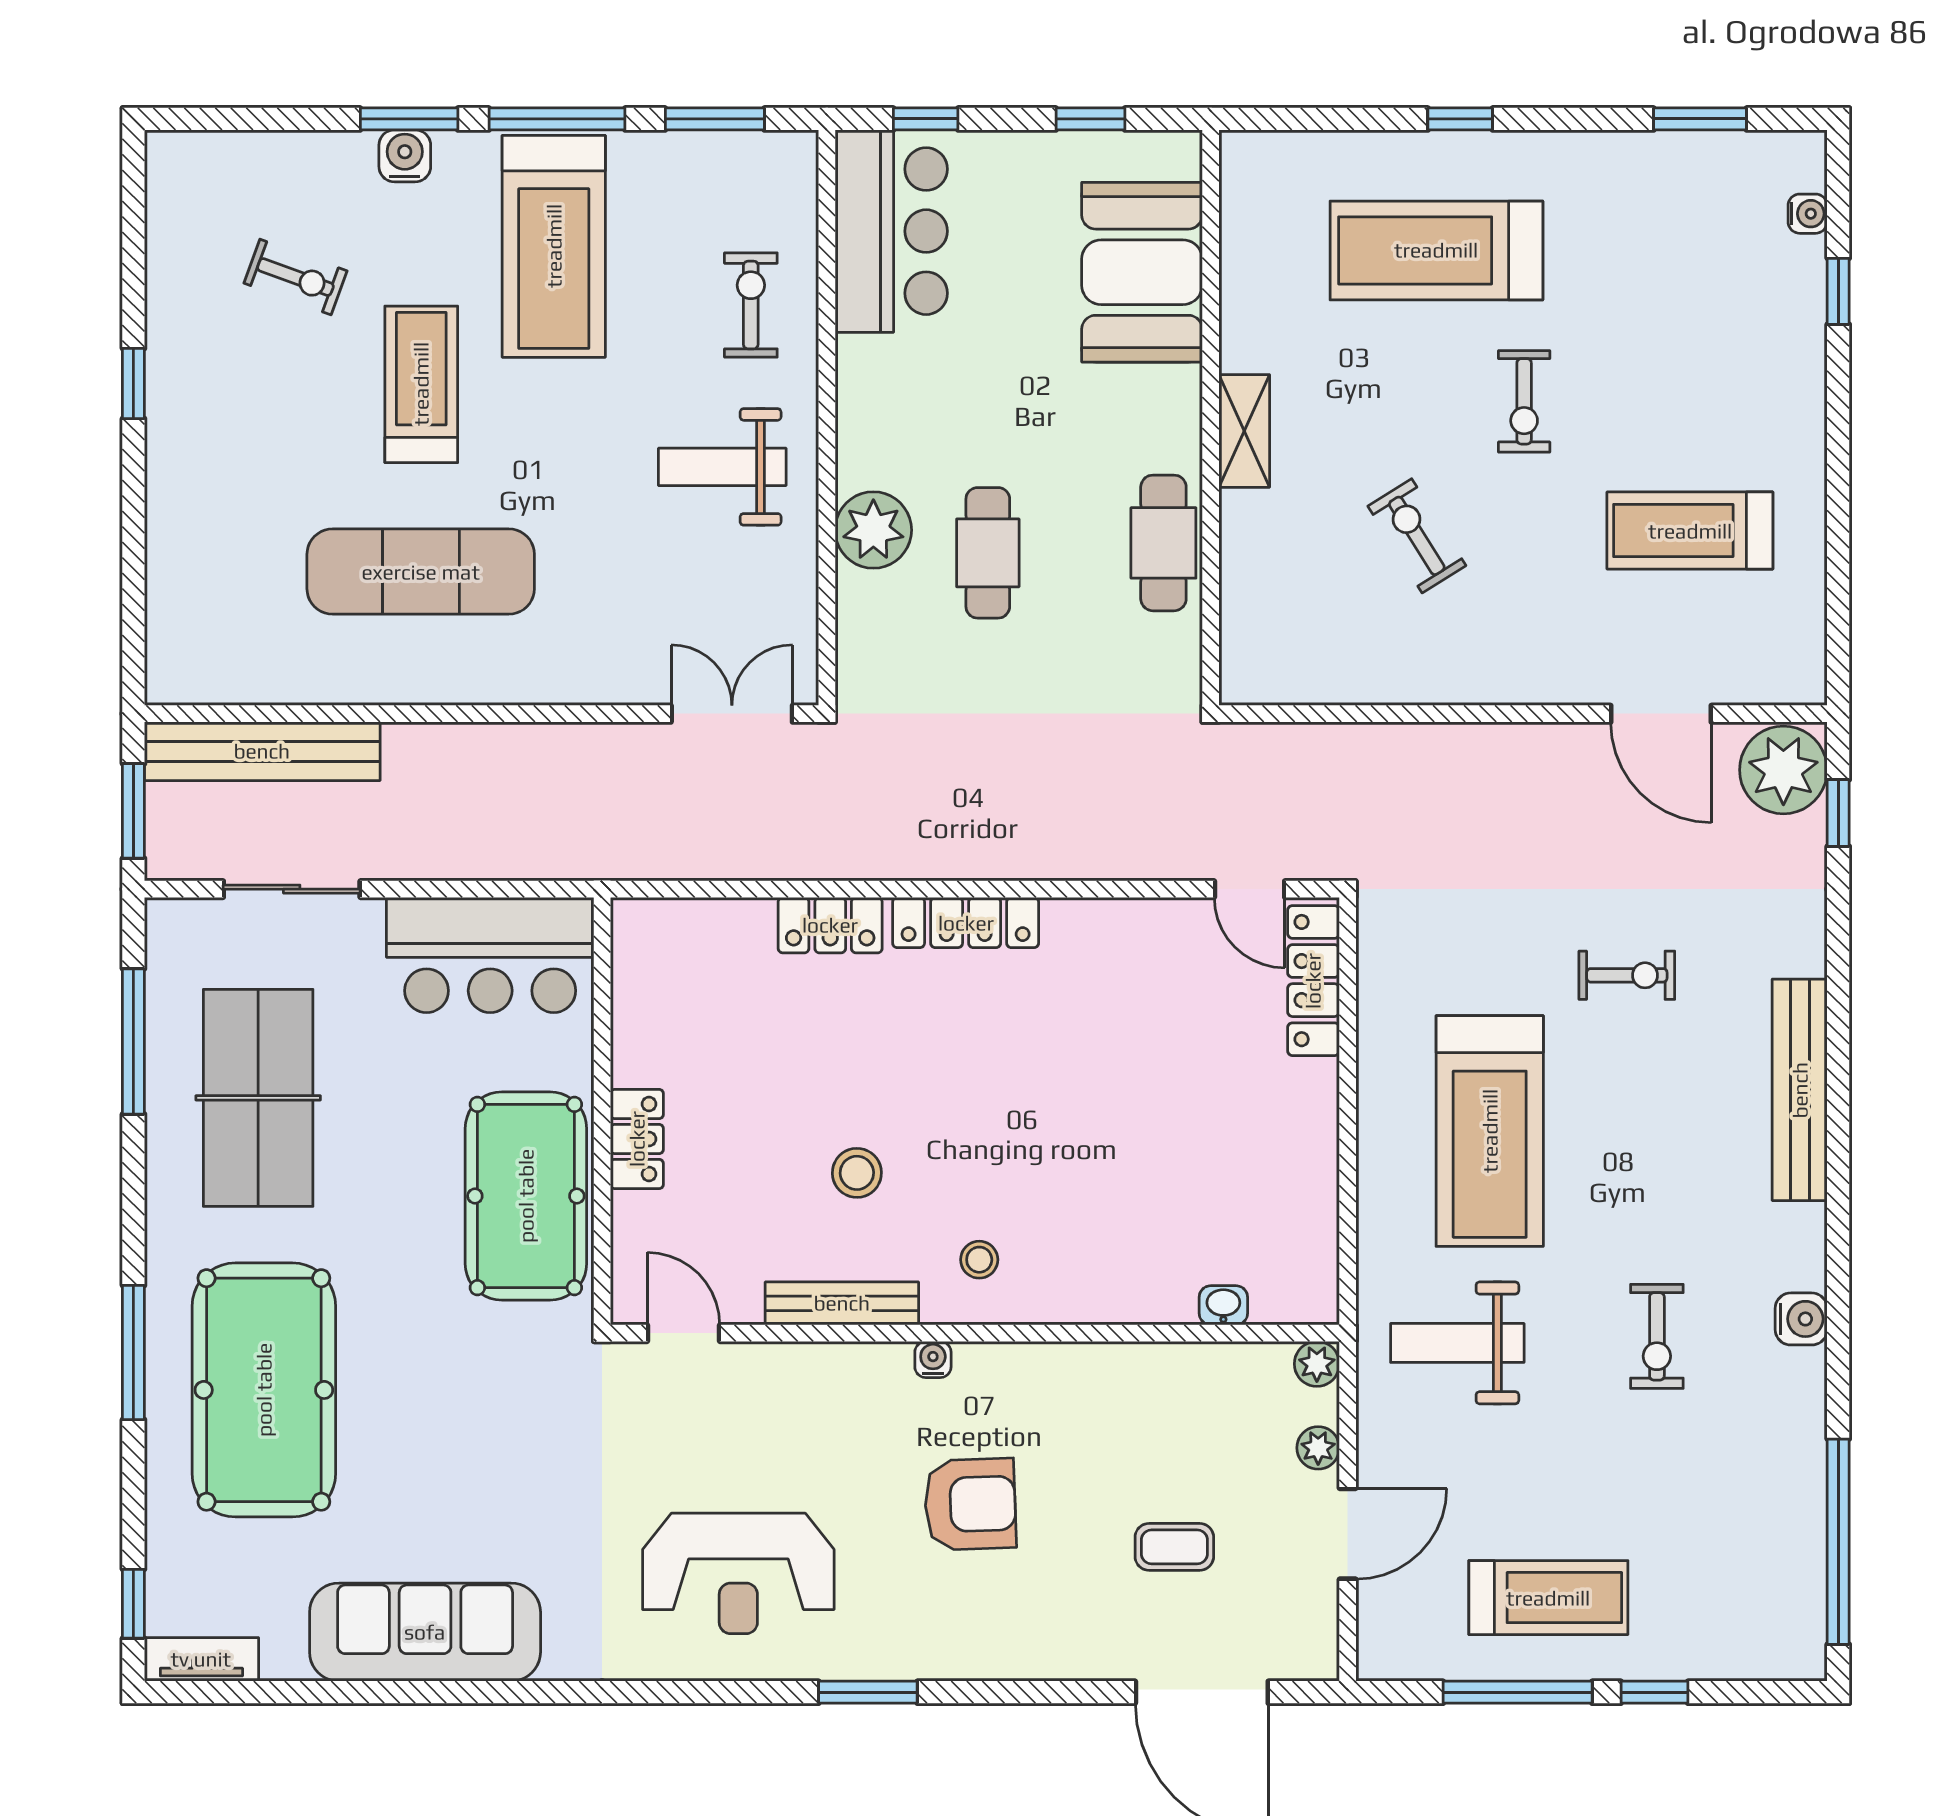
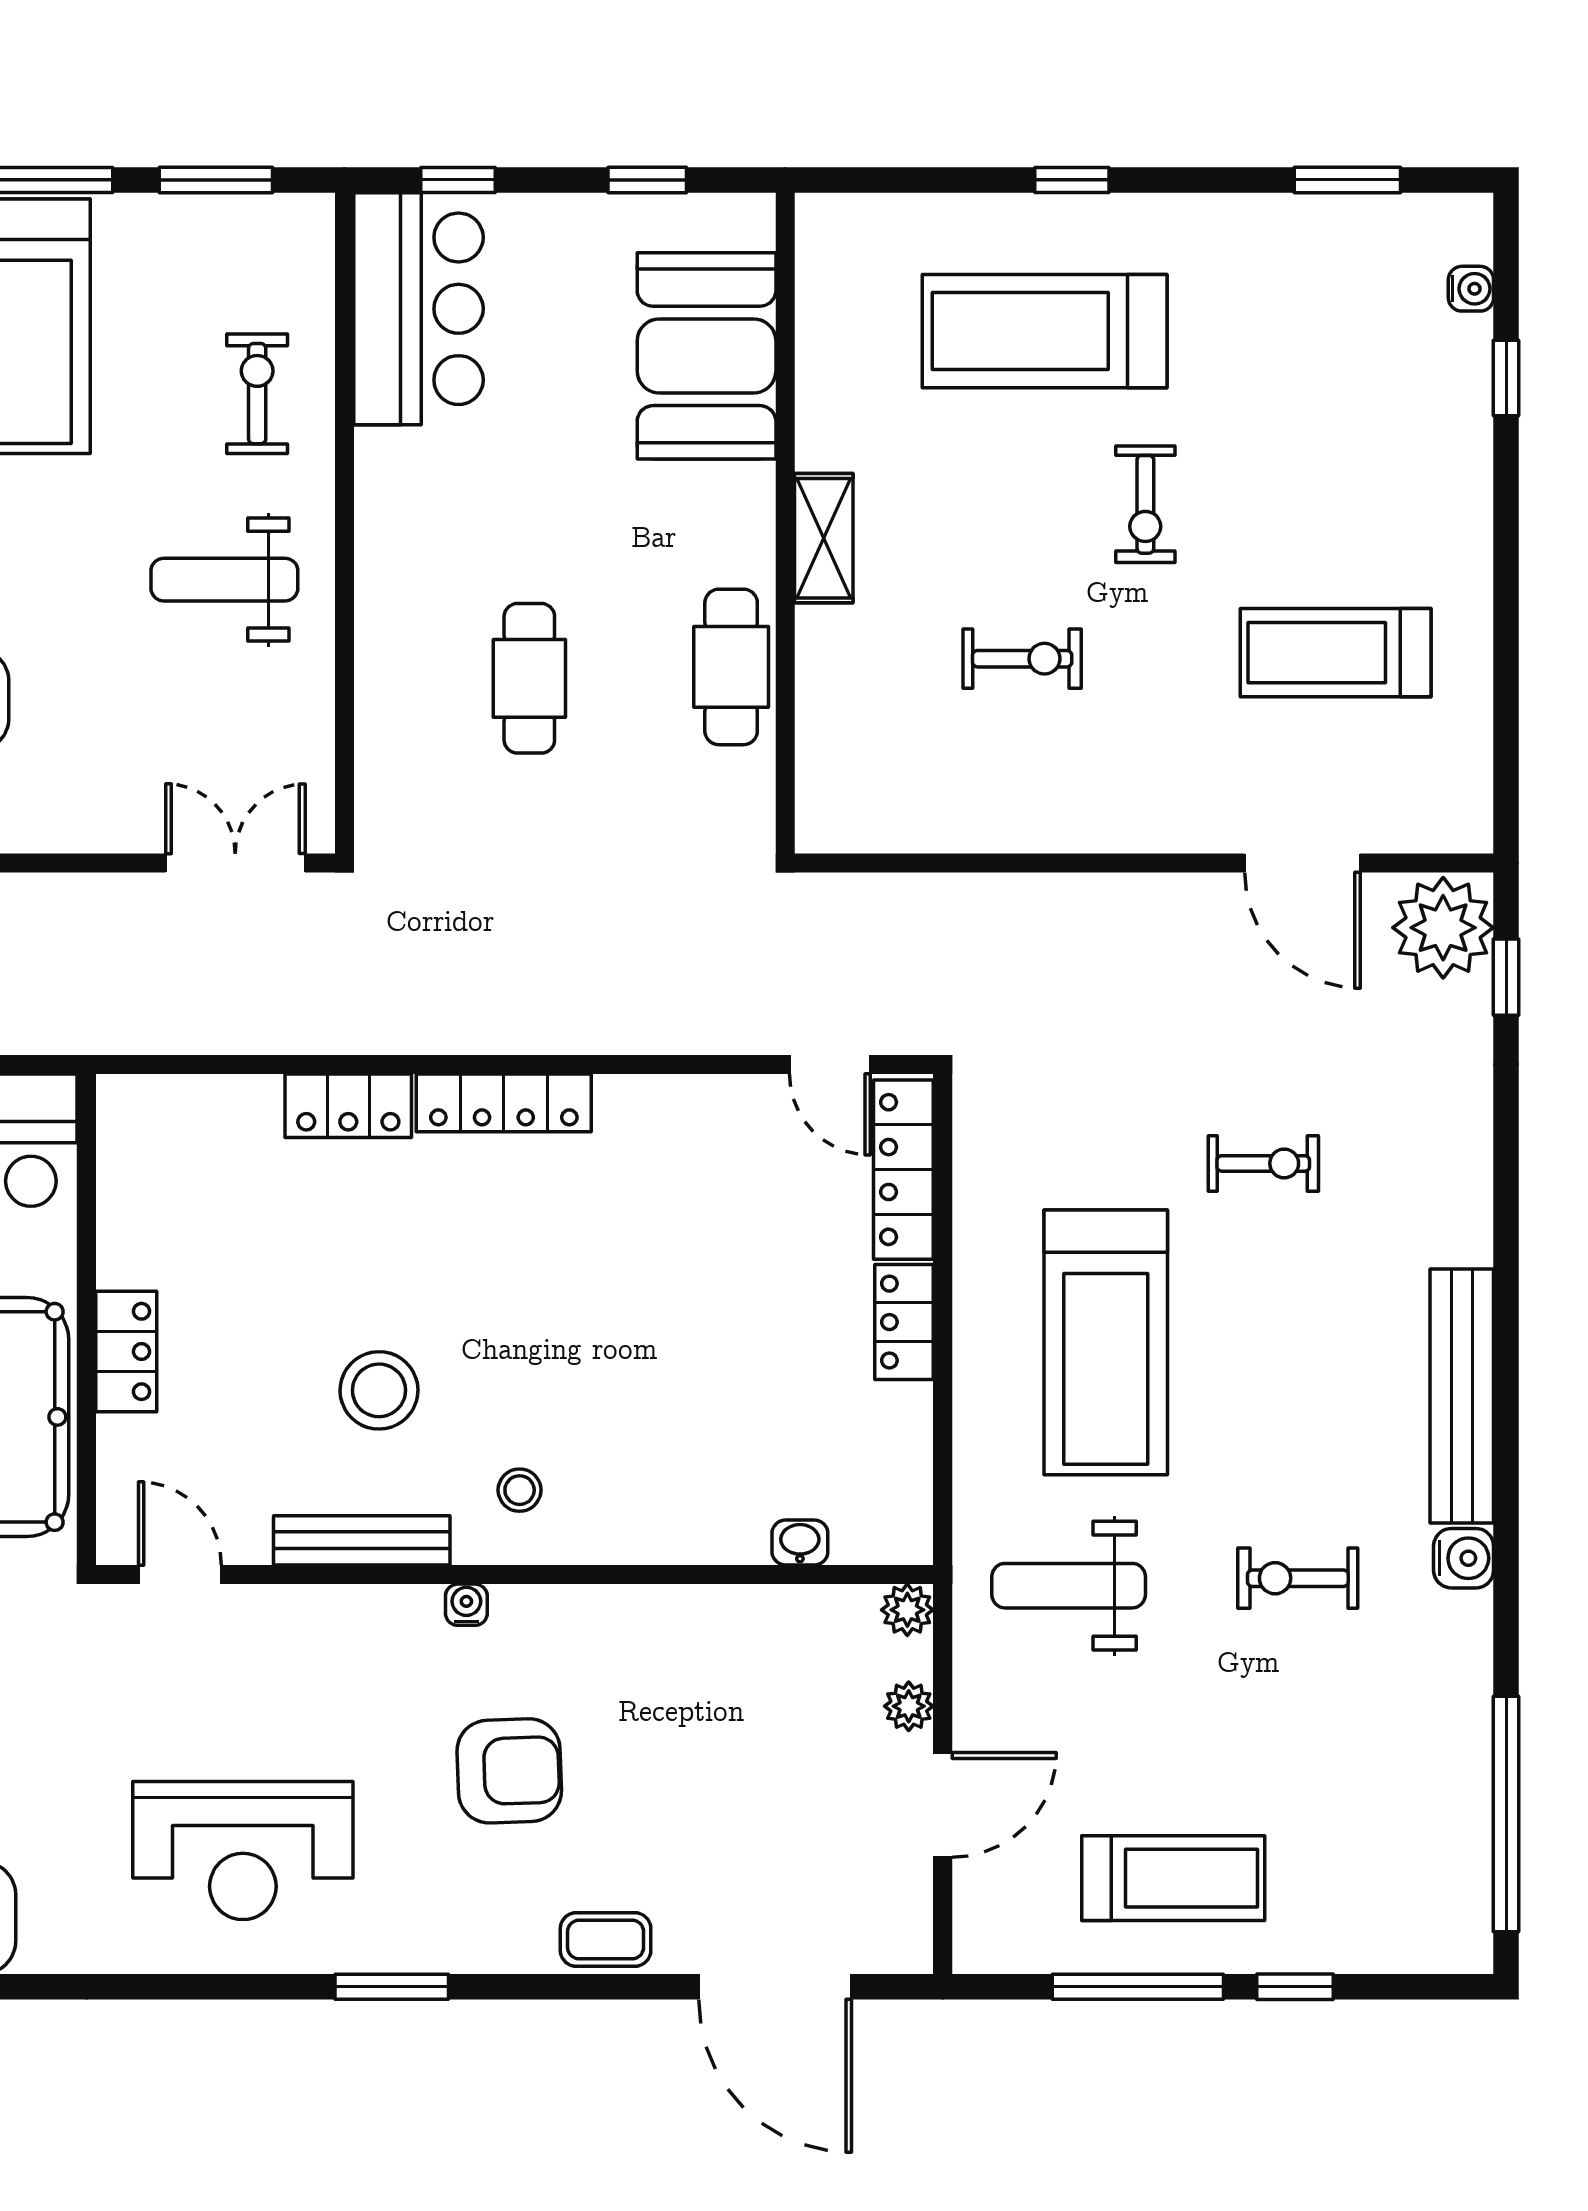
plant: (873, 530) -> (398, 652), removed
exercise bike: (1417, 536) -> (1022, 659), turned 122
bench: (1800, 1090) -> (1462, 1396), moved
locker: (1314, 1113) -> (904, 1322), added
stool: (857, 1173) -> (379, 1390), width x1.38, depth x1.38
exercise bike: (1657, 1336) -> (1298, 1578), turned 90
coffee table: (1174, 1547) -> (606, 1940), moved

